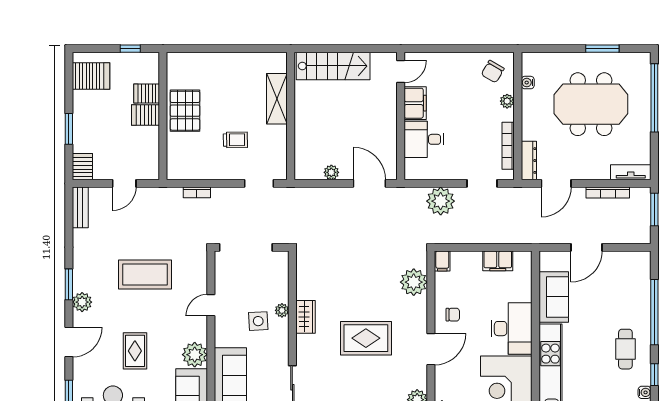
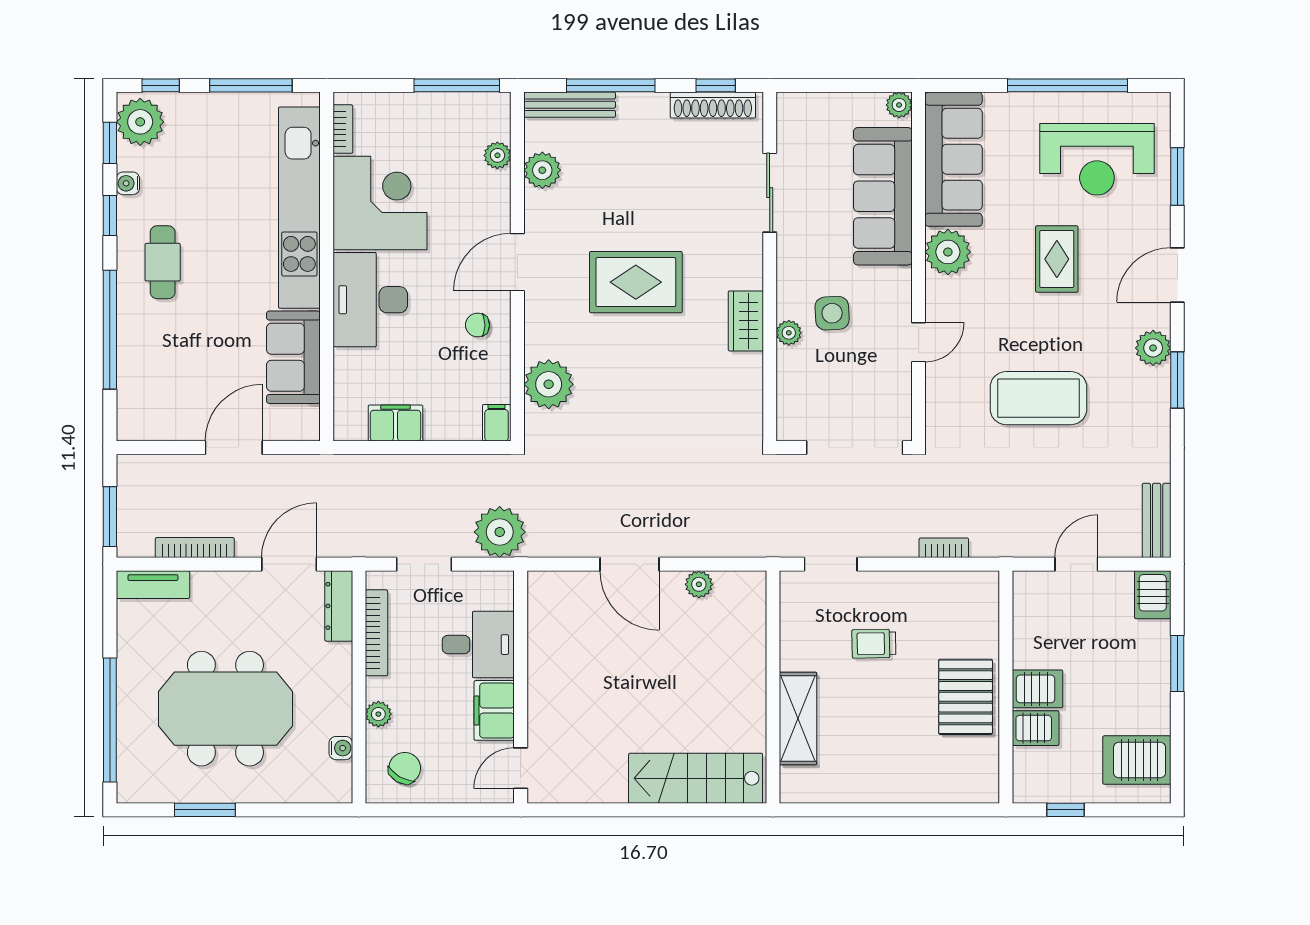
door: (401, 72) -> (521, 768), moved
filing cabinet: (415, 103) -> (494, 710), moved
wall: (401, 116) -> (521, 687), moved
desk: (424, 139) -> (478, 645), moved

